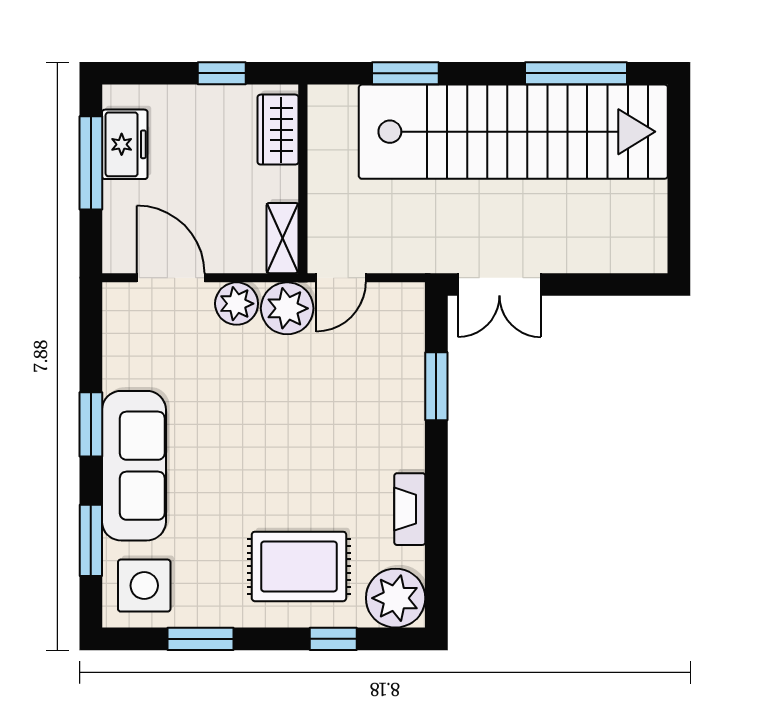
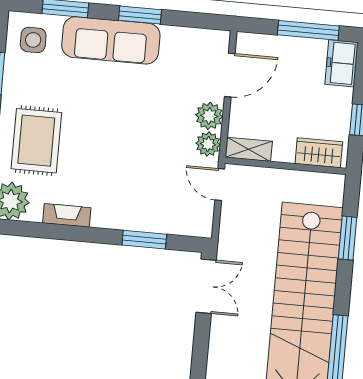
freezer: (125, 144) -> (342, 63), moved, turned 90
double door: (499, 284) -> (206, 286), swing flipped
plant: (287, 308) -> (208, 144), width x0.73, depth x0.73
side table: (144, 586) -> (33, 40), width x0.73, depth x0.73

